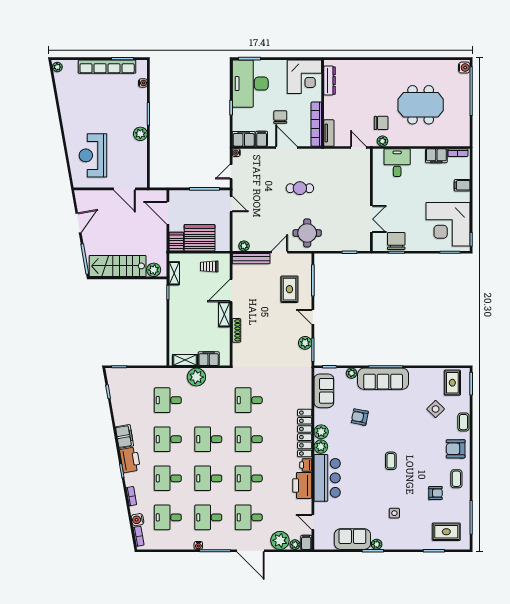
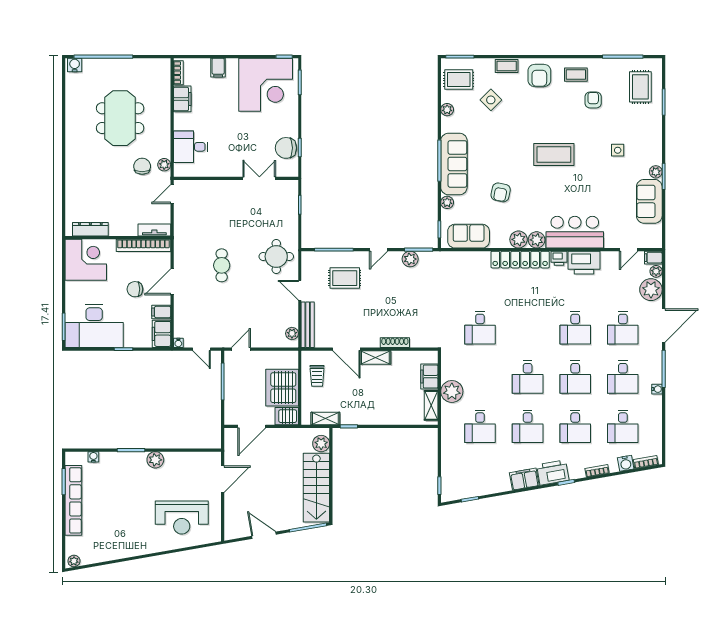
plant: (428, 373) -> (447, 110), added
desk: (249, 439) -> (528, 328), removed
coffee table: (391, 461) -> (554, 154), width x1.86, depth x1.72

